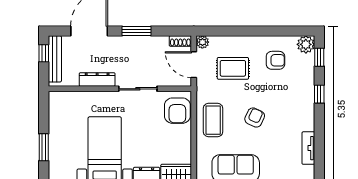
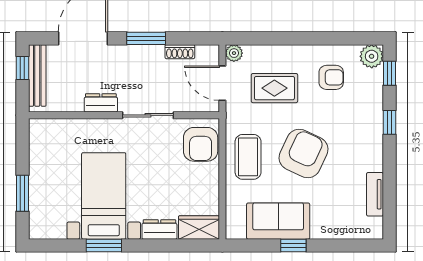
shoe rack: (180, 41) -> (180, 52), moved
dresser: (97, 79) -> (101, 103), width x0.70
armchair: (255, 117) -> (303, 154), width x1.88, depth x1.88

